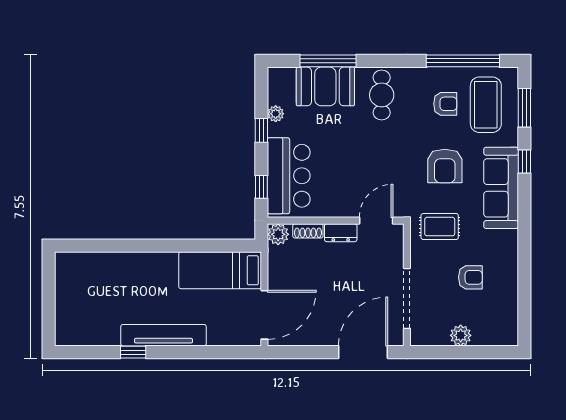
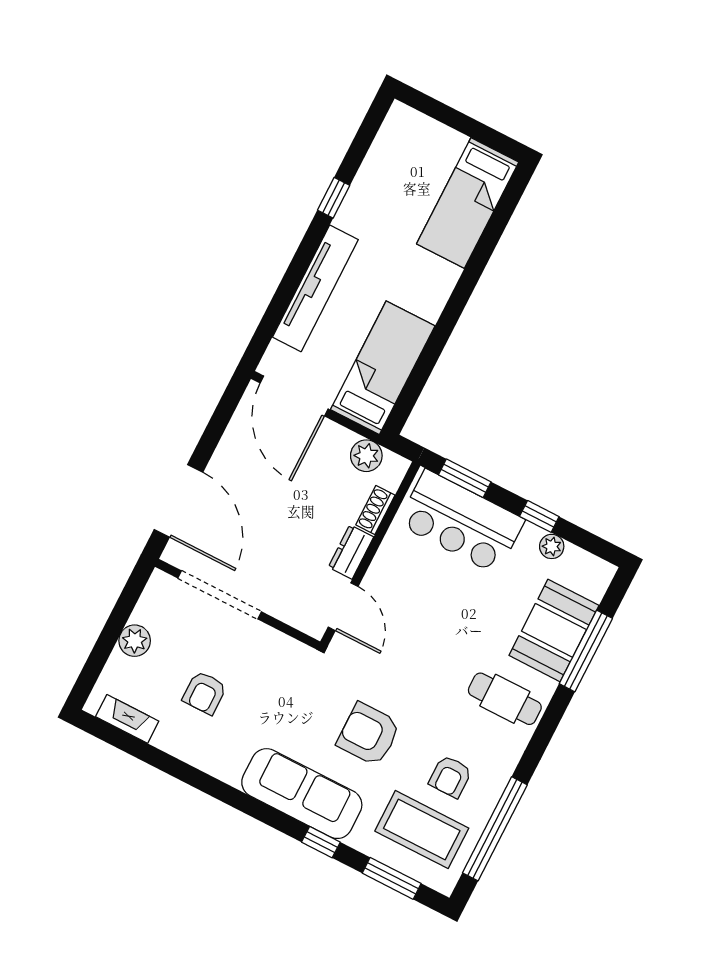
window: (261, 187) -> (465, 478), width x1.50
rug: (440, 227) -> (292, 687), removed
plant: (278, 234) -> (366, 456), moved
bed: (95, 270) -> (468, 203), added
fireplace: (510, 316) -> (127, 719), added
tv unit: (163, 335) -> (315, 288), moved

